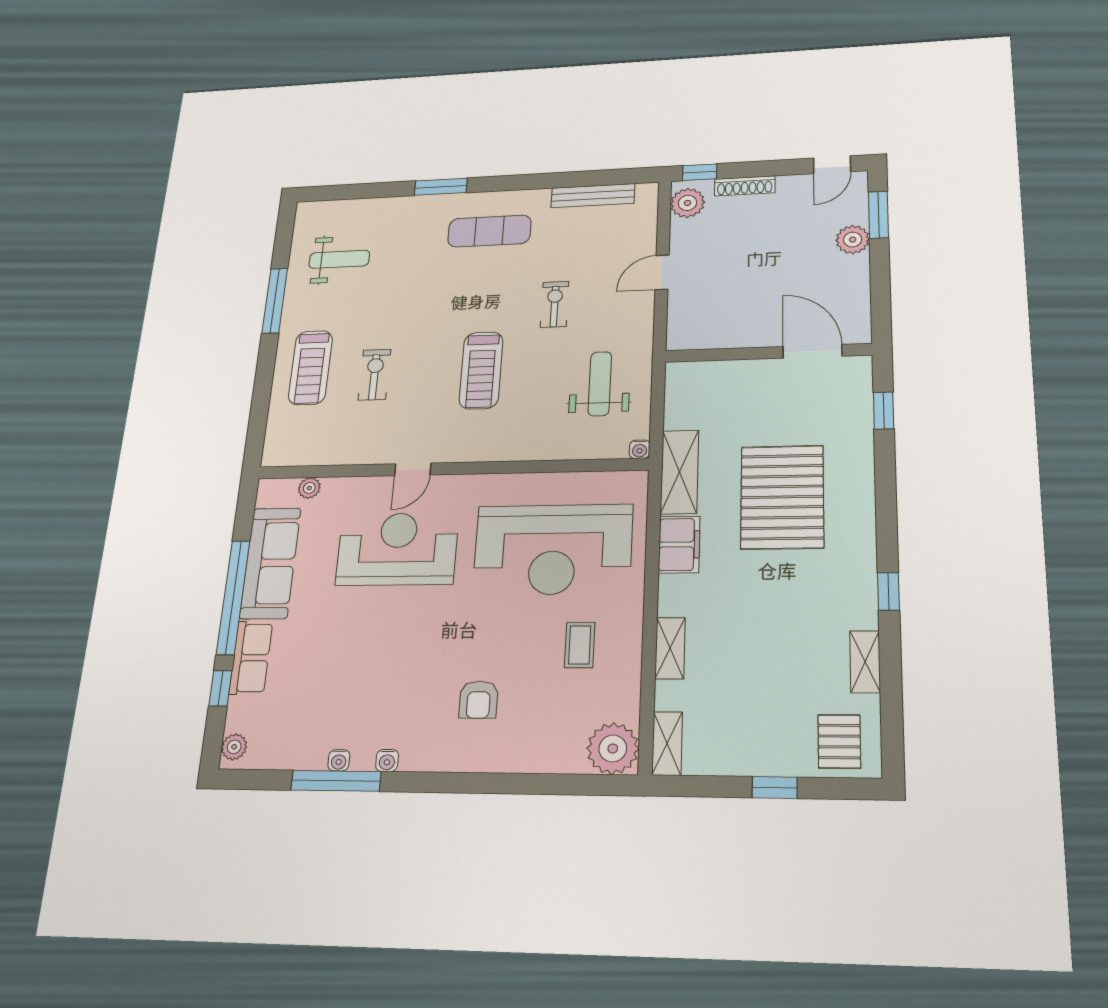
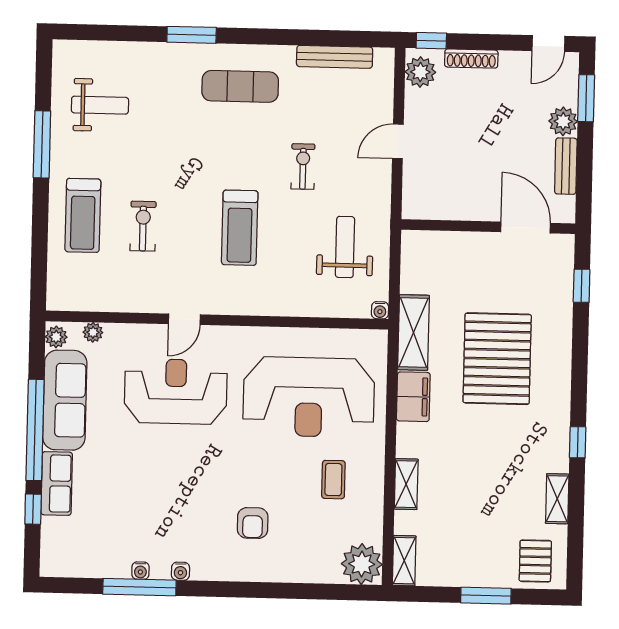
bench: (858, 285) -> (566, 166), added
plant: (234, 747) -> (56, 337), moved
window: (775, 787) -> (486, 596), width x1.50

